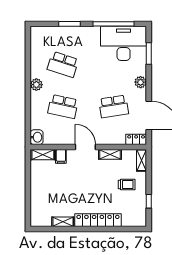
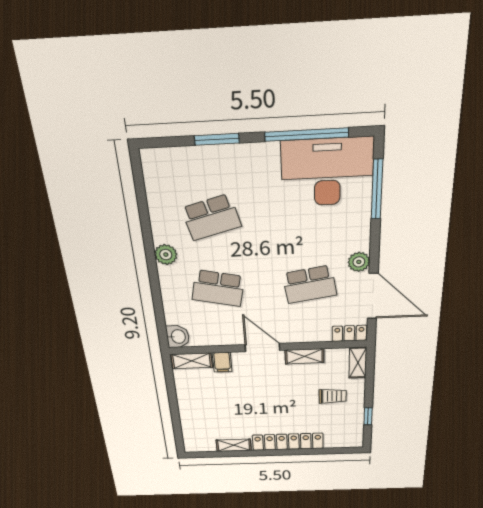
window: (149, 54) -> (377, 189), width x1.44
school desk: (63, 64) -> (211, 217), turned -33
plant: (141, 82) -> (359, 262), moved

